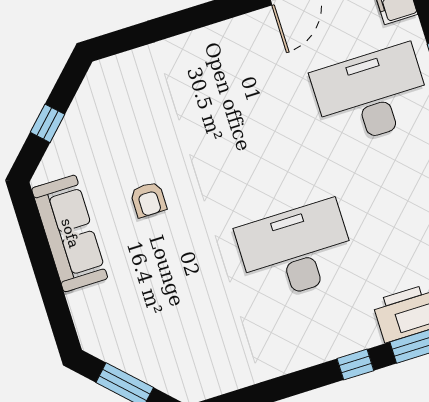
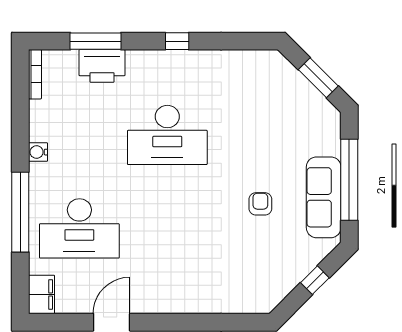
window: (44, 266) -> (349, 180), added
window: (355, 365) -> (177, 41), moved

